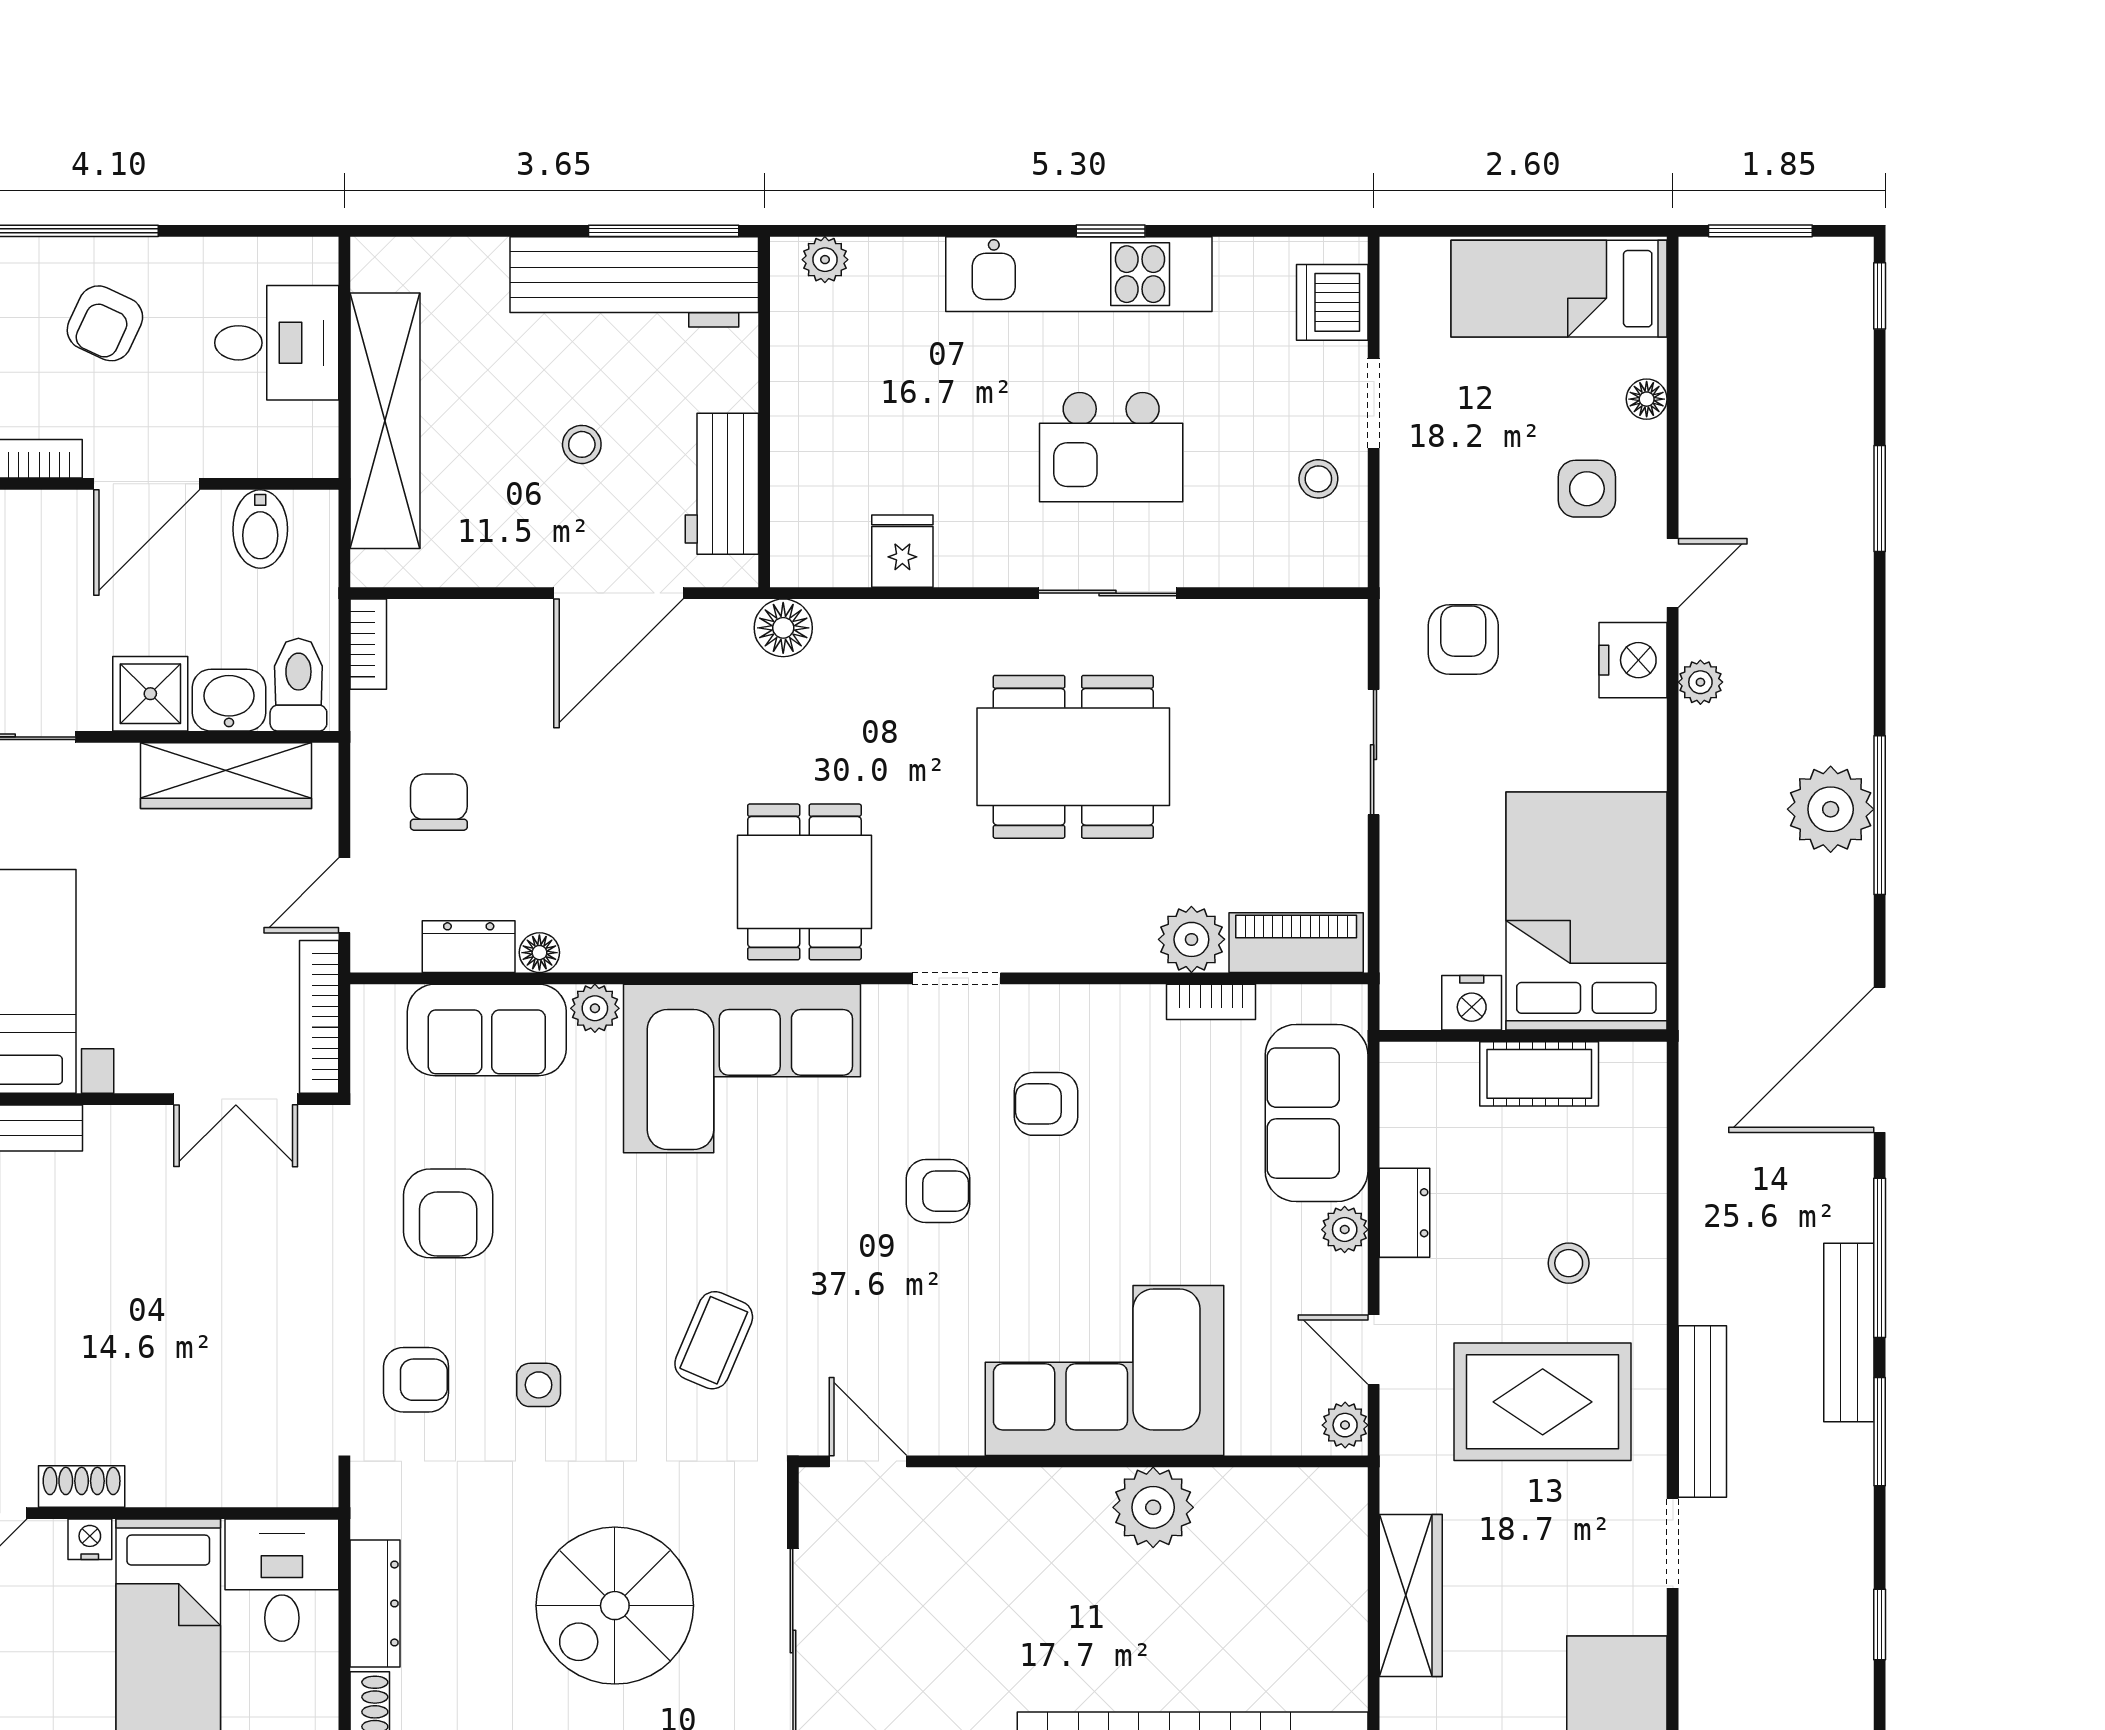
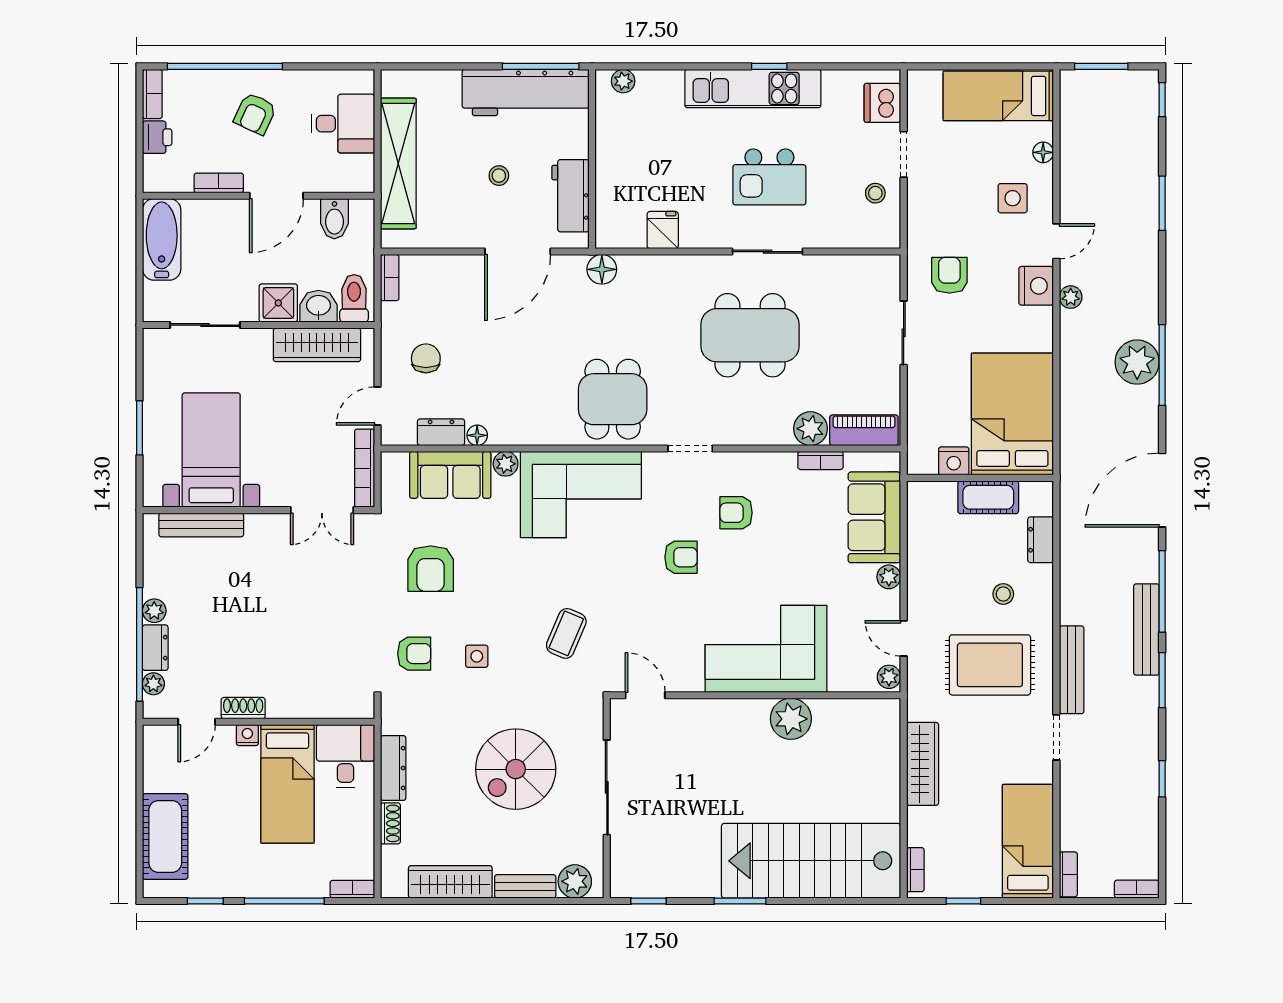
dresser: (1405, 1213) -> (1041, 540), moved, turned 180

